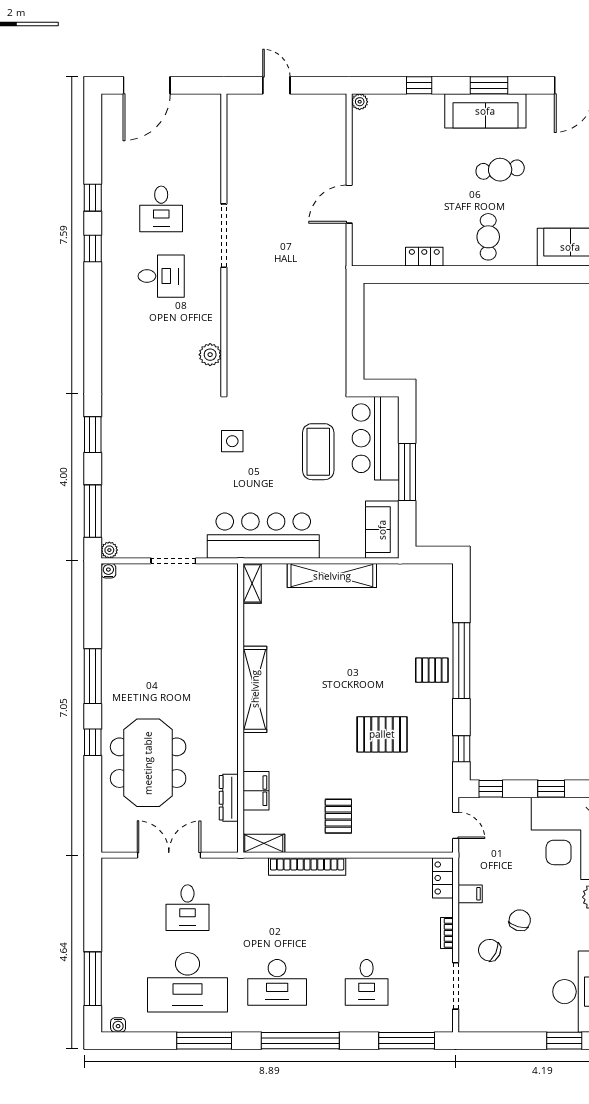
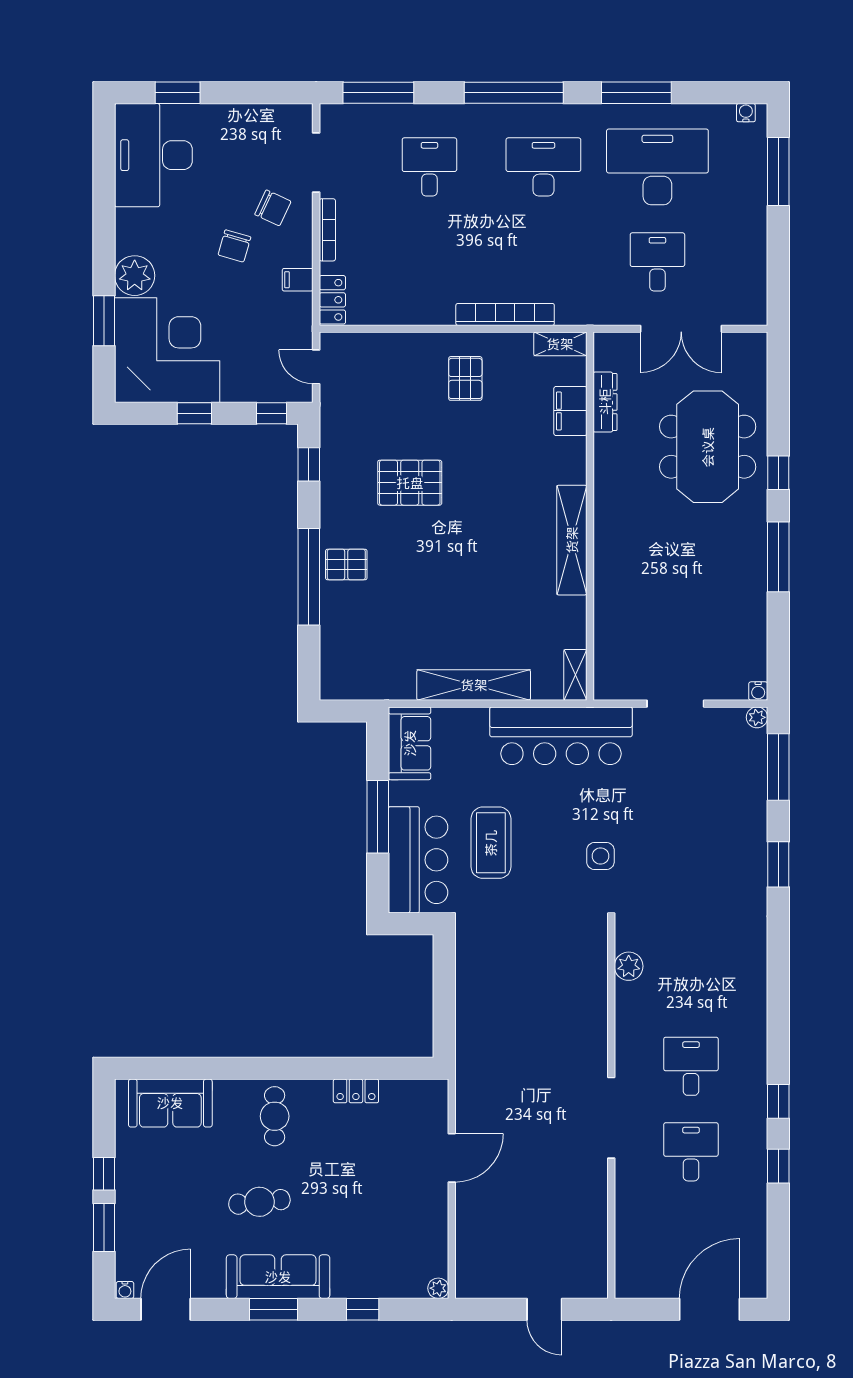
desk: (161, 276) -> (691, 1066), turned 90
bookcase: (447, 933) -> (327, 230), width x1.56

